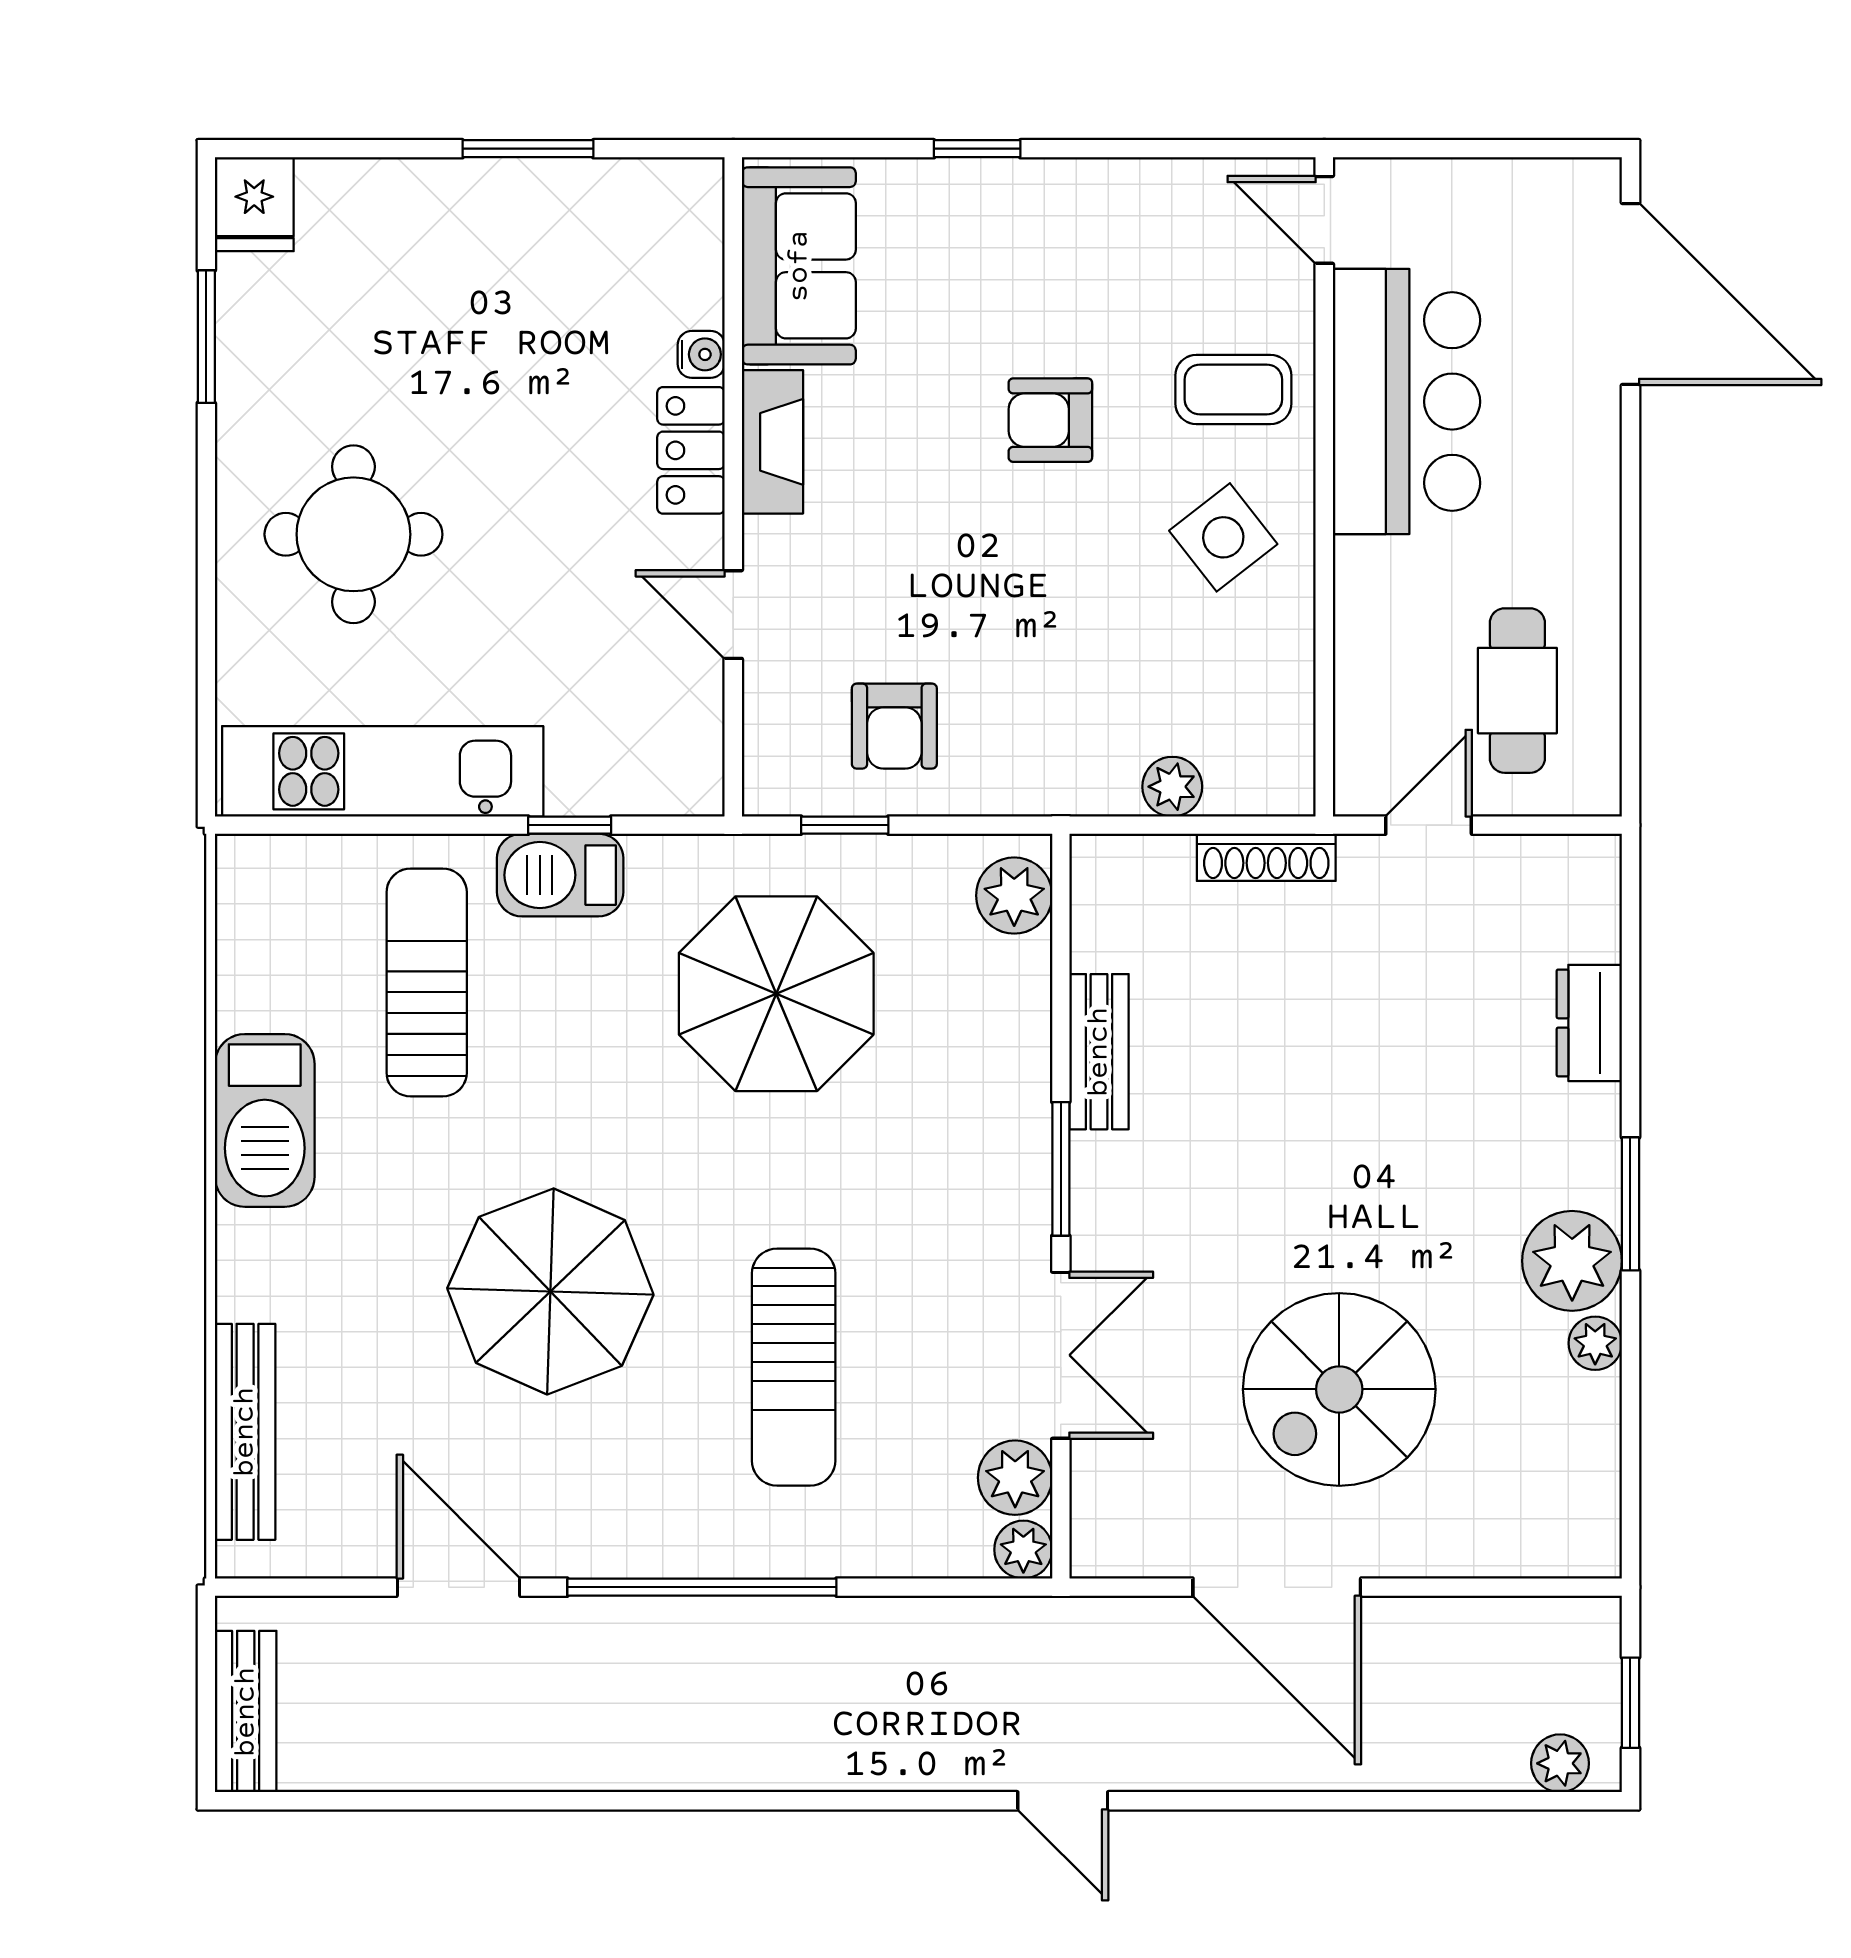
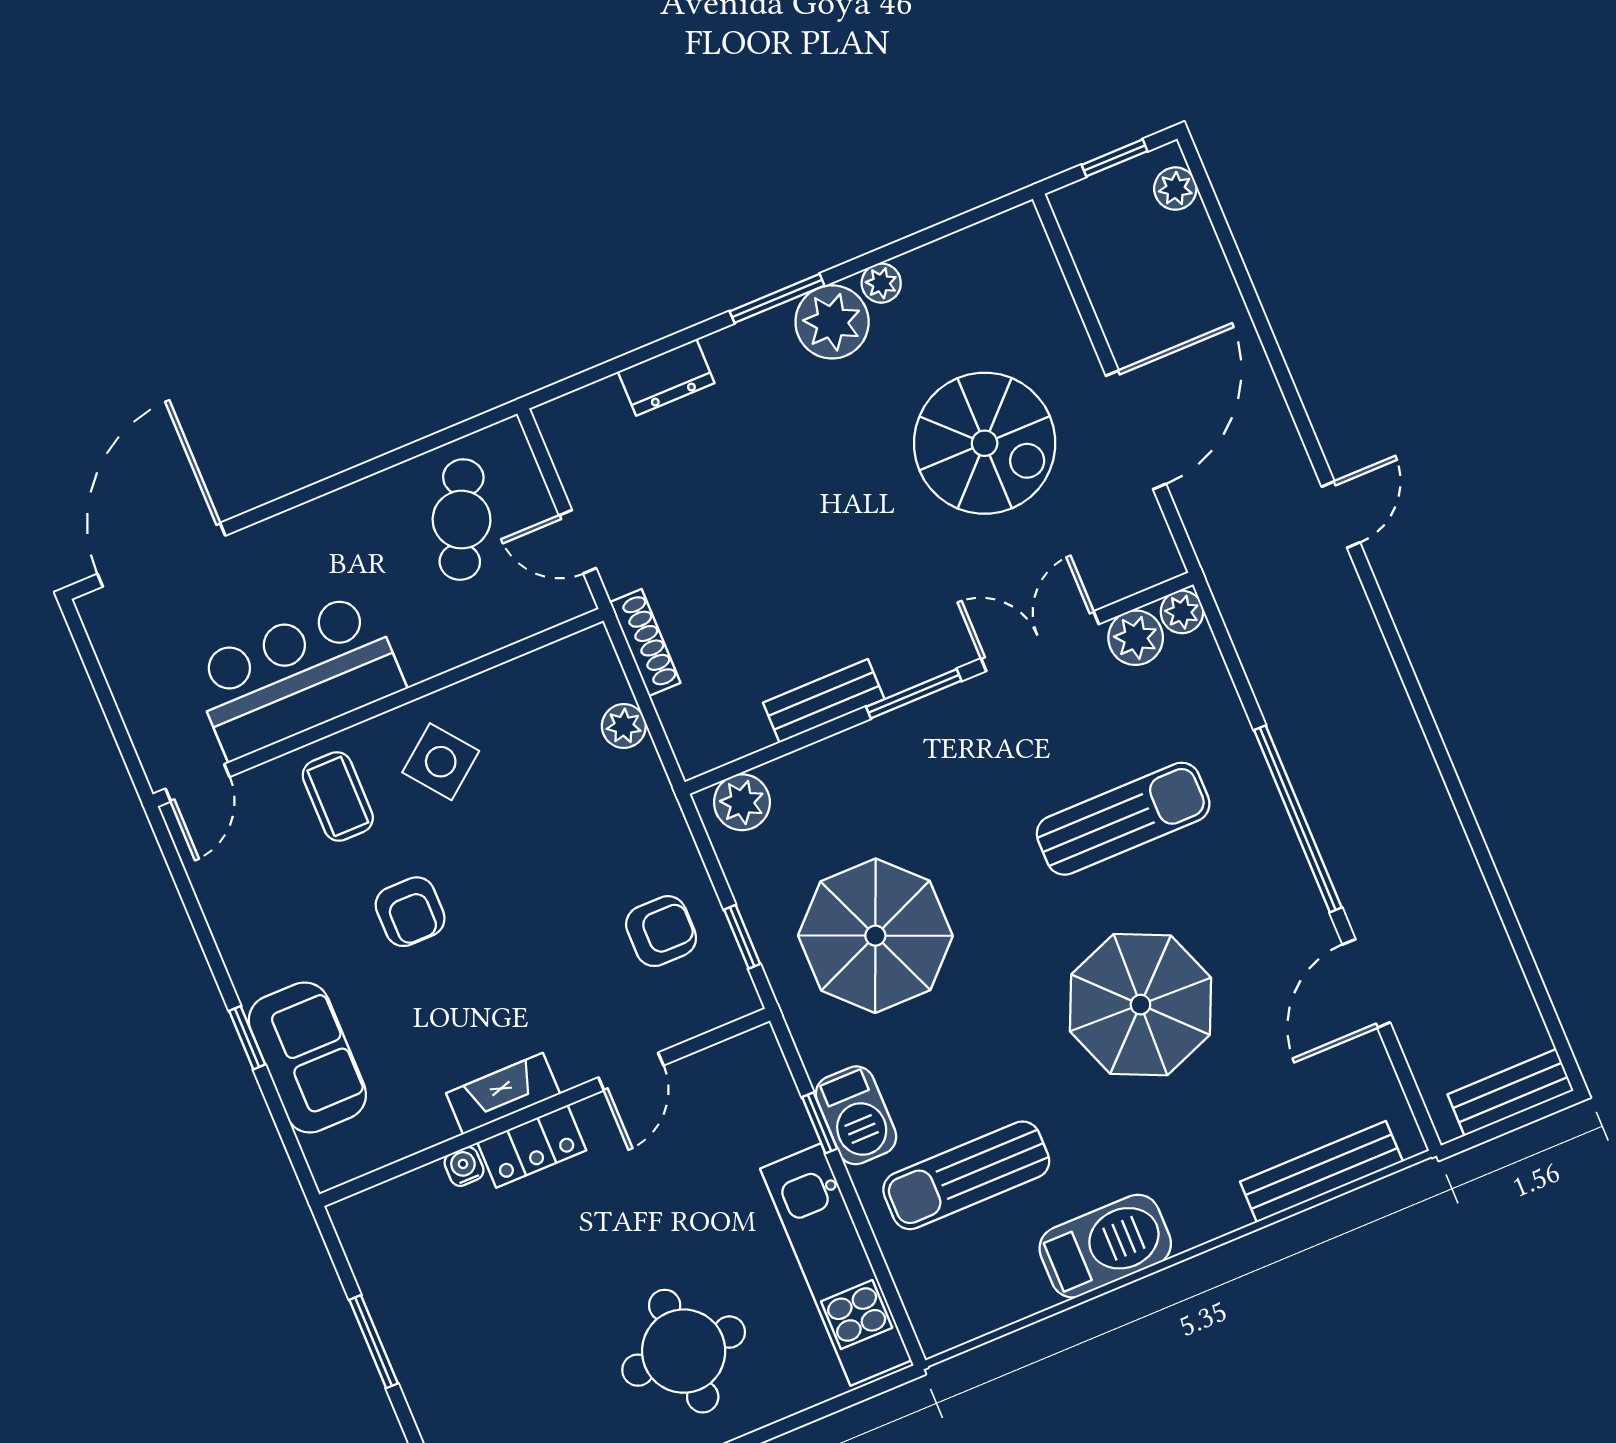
sofa: (799, 266) -> (307, 1057), moved, turned 90
cafe table: (1517, 691) -> (462, 520), turned -65

